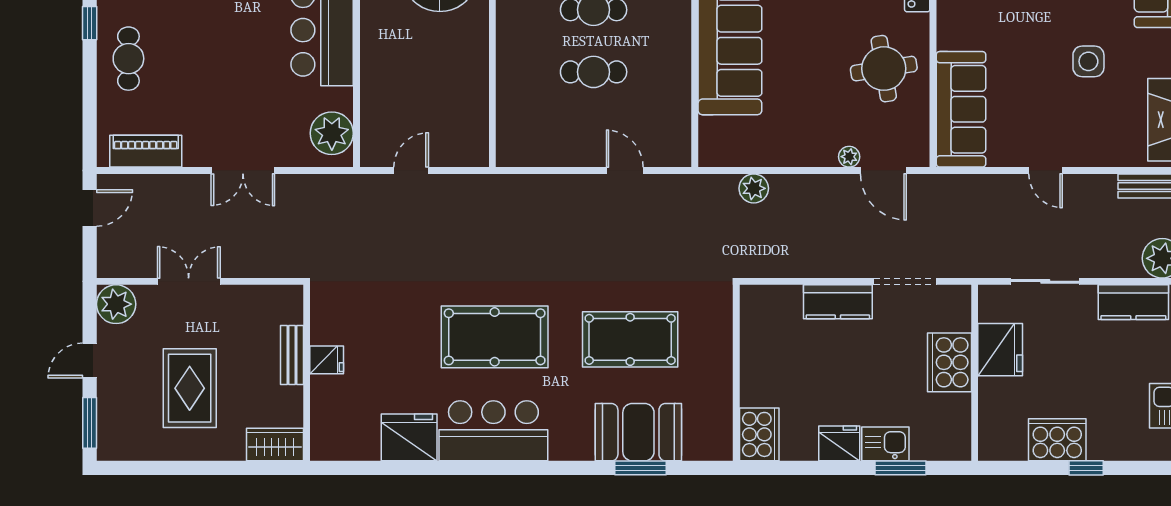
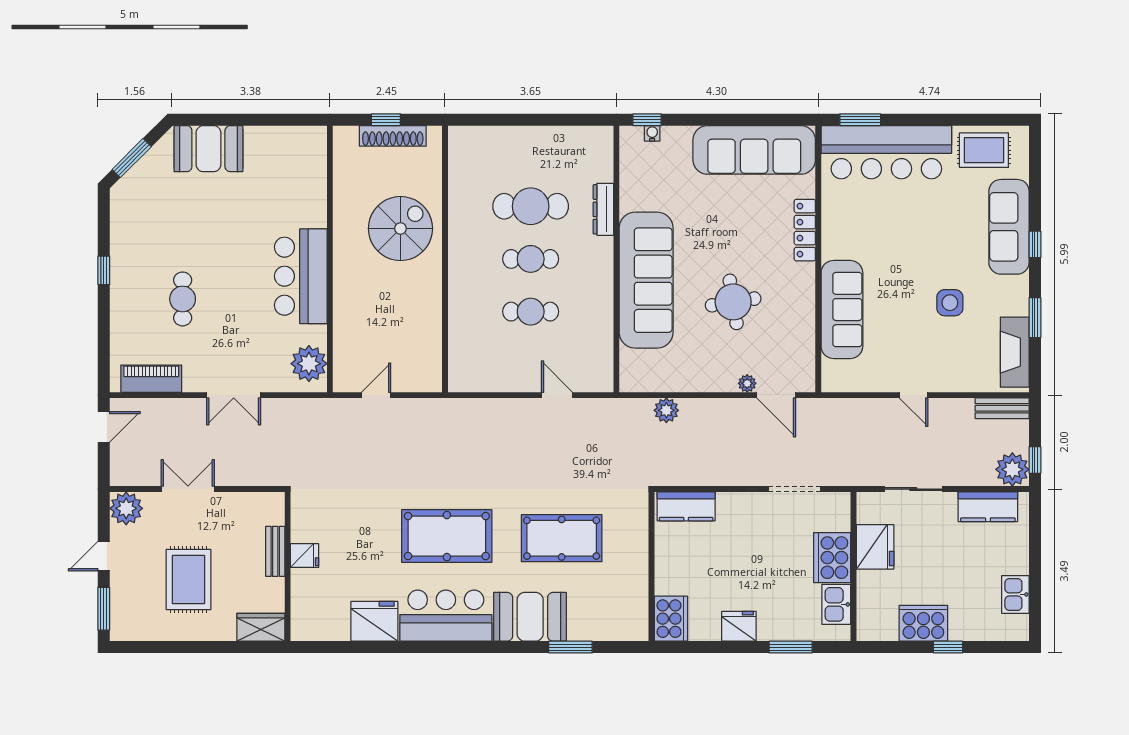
cafe table: (128, 59) -> (183, 299), moved
round table: (884, 69) -> (733, 302), moved
sofa: (961, 109) -> (842, 310), moved
kitchen counter: (838, 302) -> (686, 506), moved
booth: (638, 432) -> (530, 617), moved
kitchen sink: (885, 444) -> (836, 604), moved, turned -90

